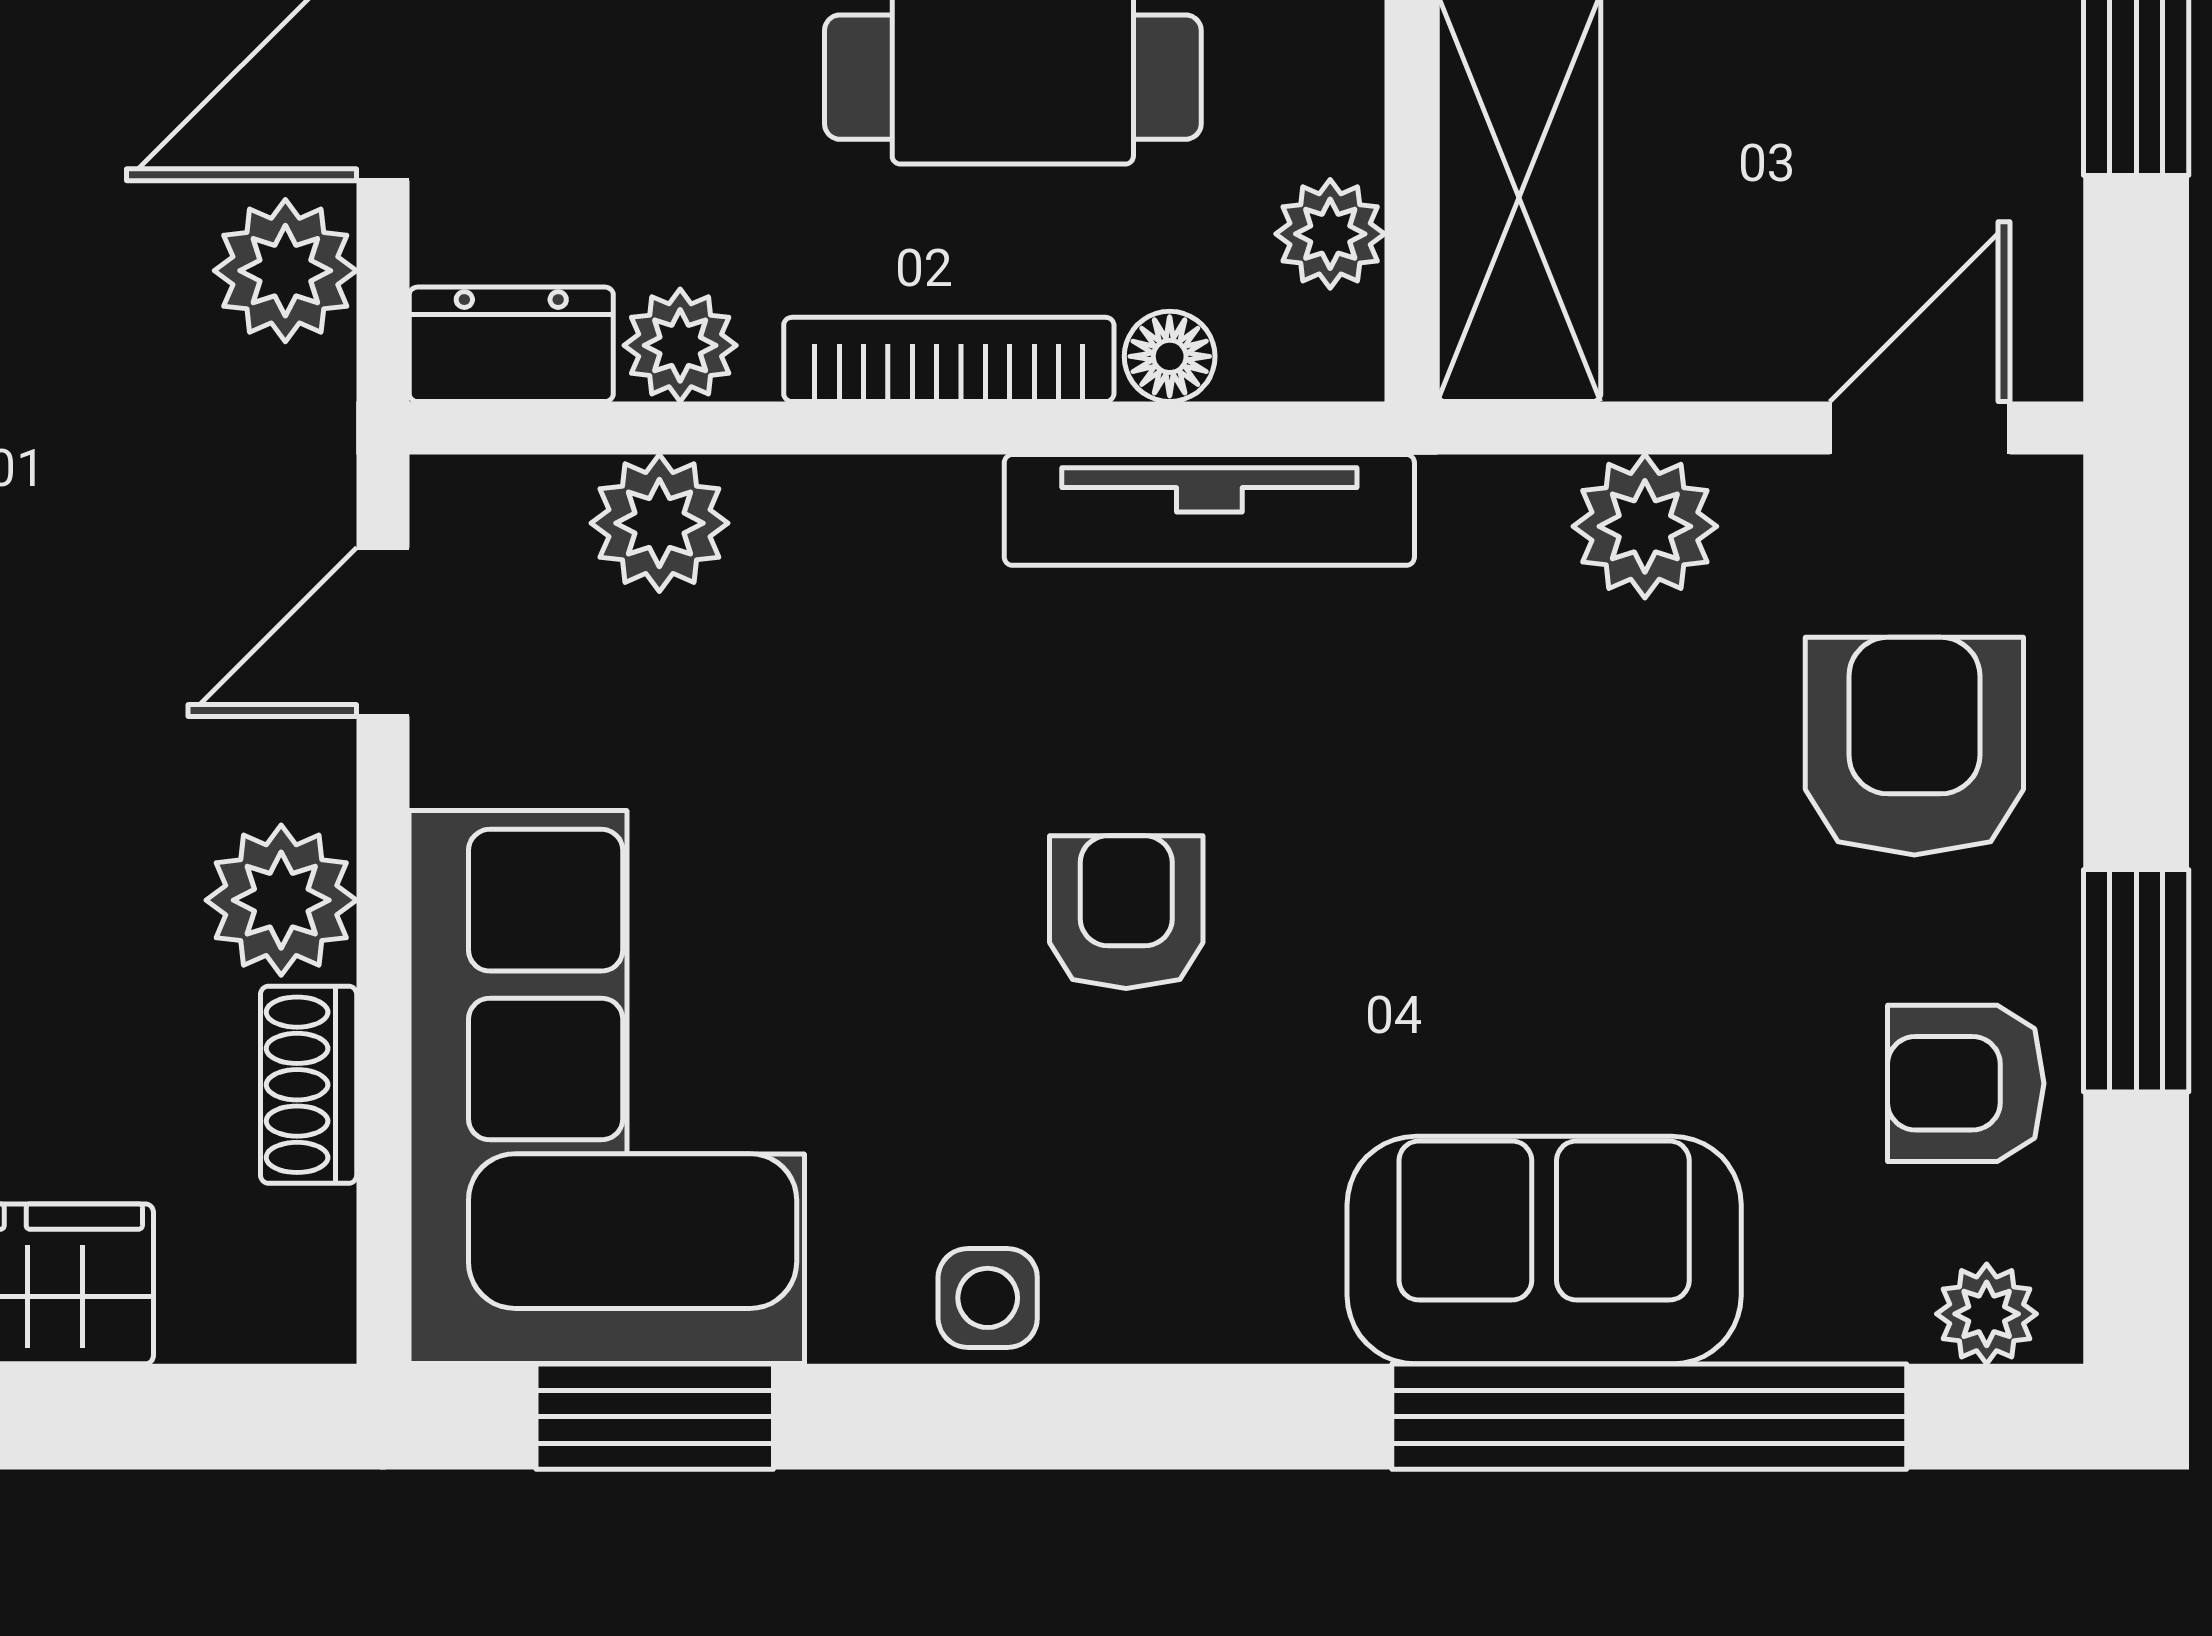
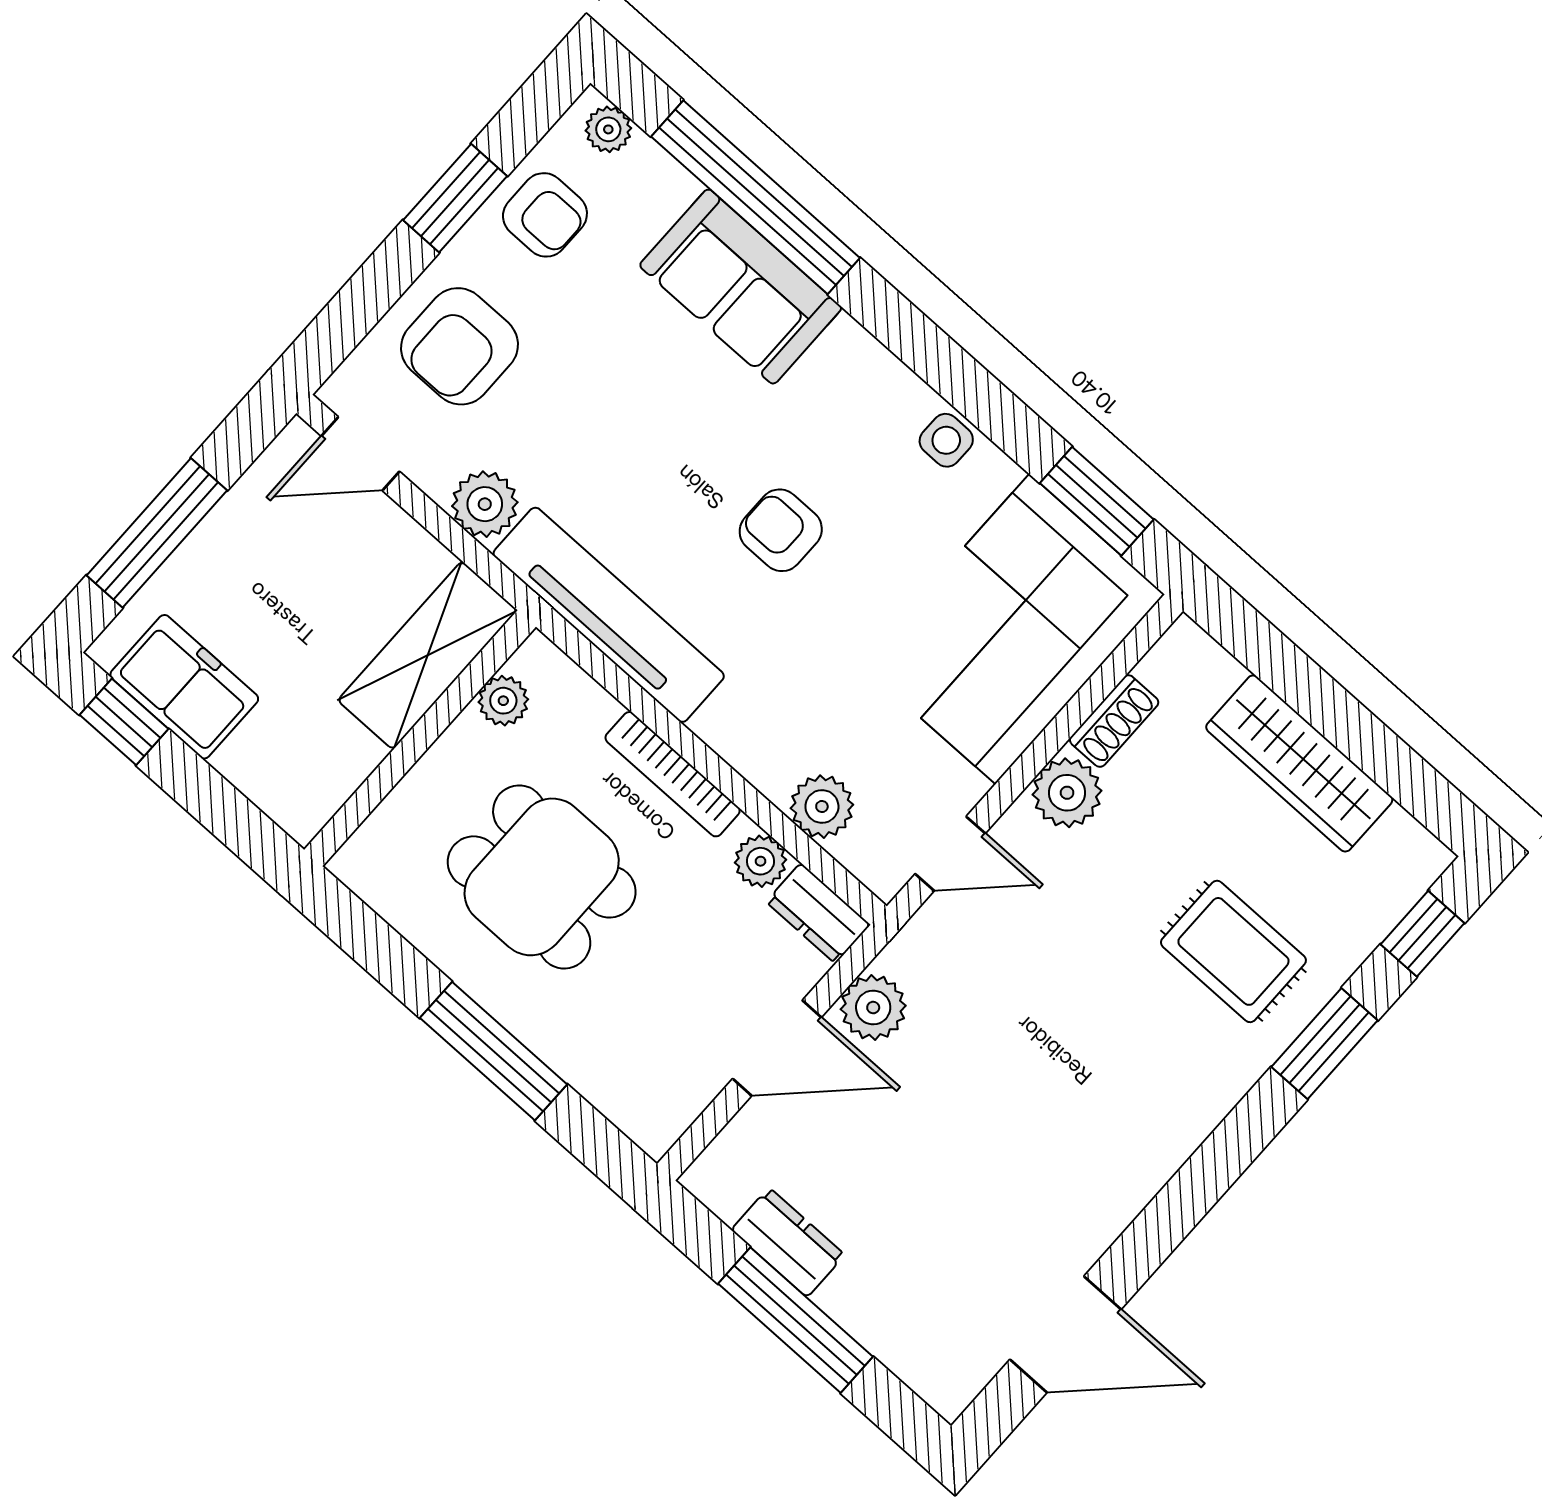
floor lamp: (1170, 356) -> (596, 708), removed
tv unit: (1209, 510) -> (609, 615), width x1.36, depth x1.29
armchair: (1126, 912) -> (781, 530), turned 90

